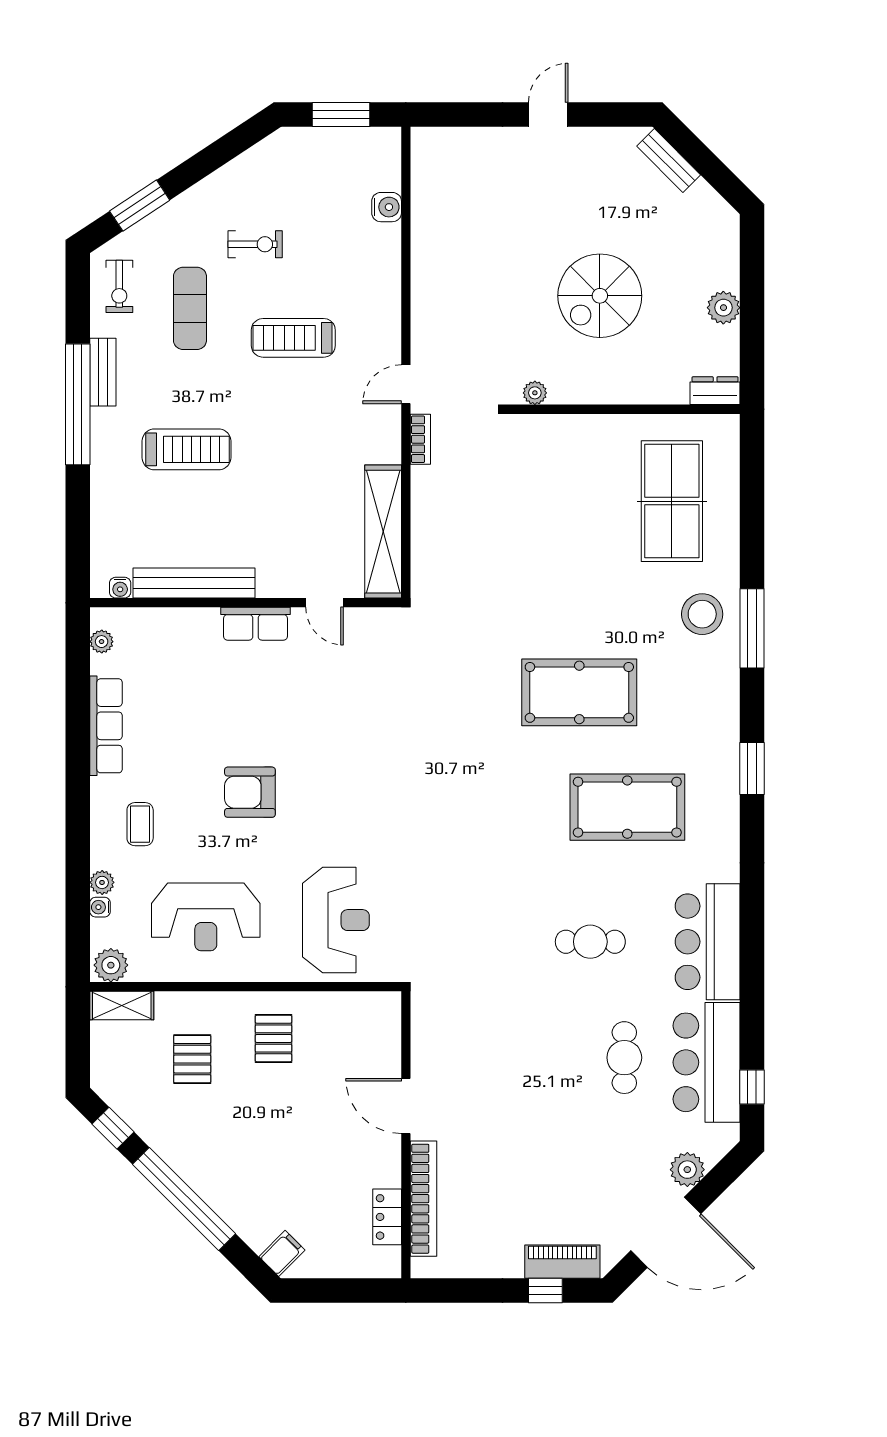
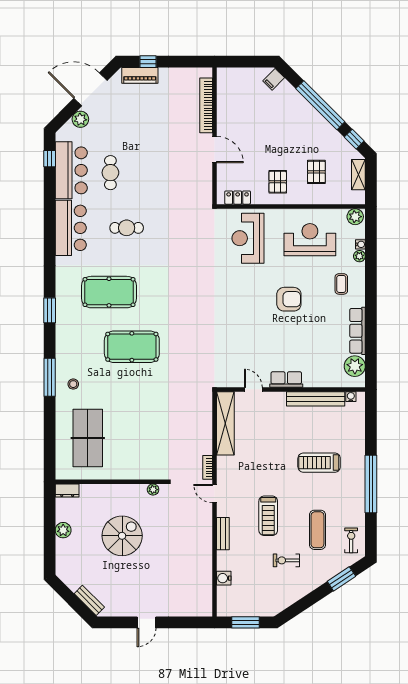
treadmill: (293, 338) -> (268, 516), turned 90
bench: (103, 372) -> (223, 534), moved
door: (406, 384) -> (215, 494), swing flipped
stool: (702, 614) -> (73, 384), width x0.53, depth x0.53
plant: (102, 642) -> (355, 366), width x1.87, depth x1.87
shelving: (122, 1006) -> (358, 175), moved, turned 90
locker: (387, 1217) -> (238, 198), moved, turned -90

